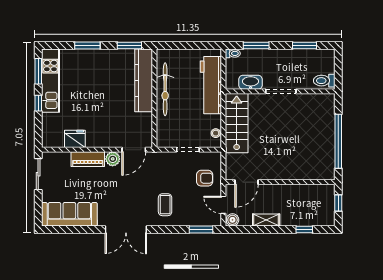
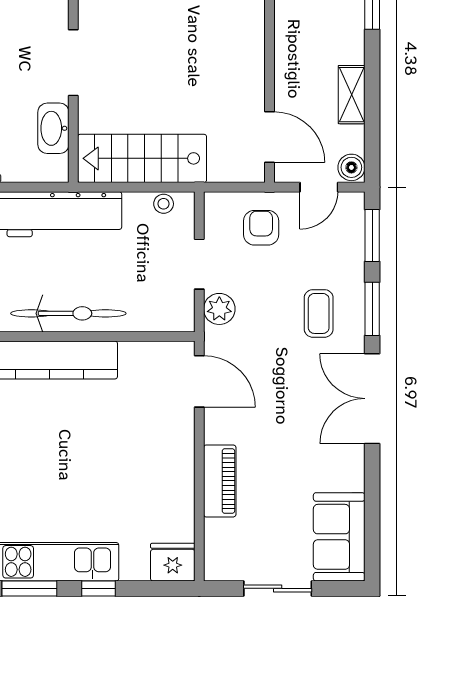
fridge: (75, 139) -> (173, 562), moved, turned 90
plant: (113, 159) -> (219, 309), moved
sliding door: (38, 174) -> (278, 588), moved
coffee table: (165, 205) -> (319, 313), turned 90
sofa: (69, 214) -> (339, 537), width x0.73
double door: (126, 229) -> (372, 399), swing flipped
window: (167, 229) -> (372, 309), added

